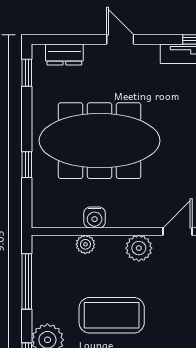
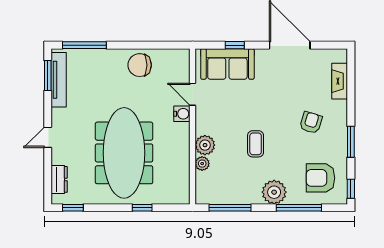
water cooler: (95, 217) -> (182, 114), moved
plant: (139, 248) -> (205, 145), moved
coffee table: (112, 315) -> (256, 144), width x0.54, depth x0.58

